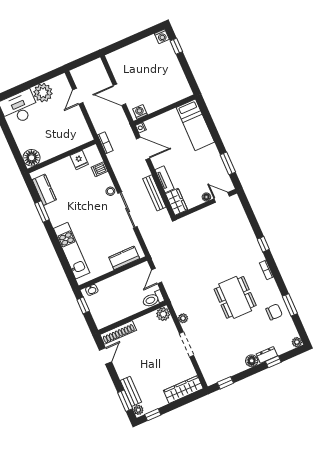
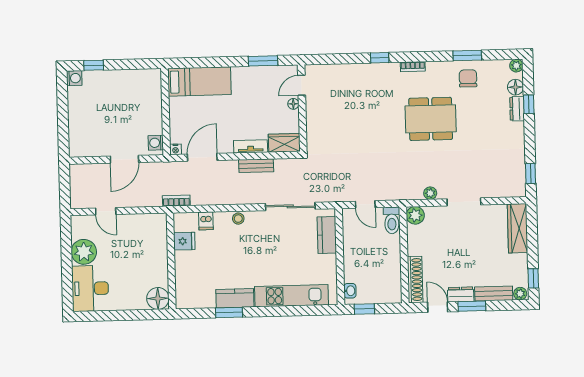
kitchen counter: (44, 190) -> (235, 298), moved
bench: (154, 193) -> (256, 166), width x0.73
sliding door: (128, 210) -> (290, 206), moved
floor lamp: (252, 361) -> (516, 87), moved
dresser: (121, 368) -> (461, 294), added
window: (125, 401) -> (472, 306), moved

